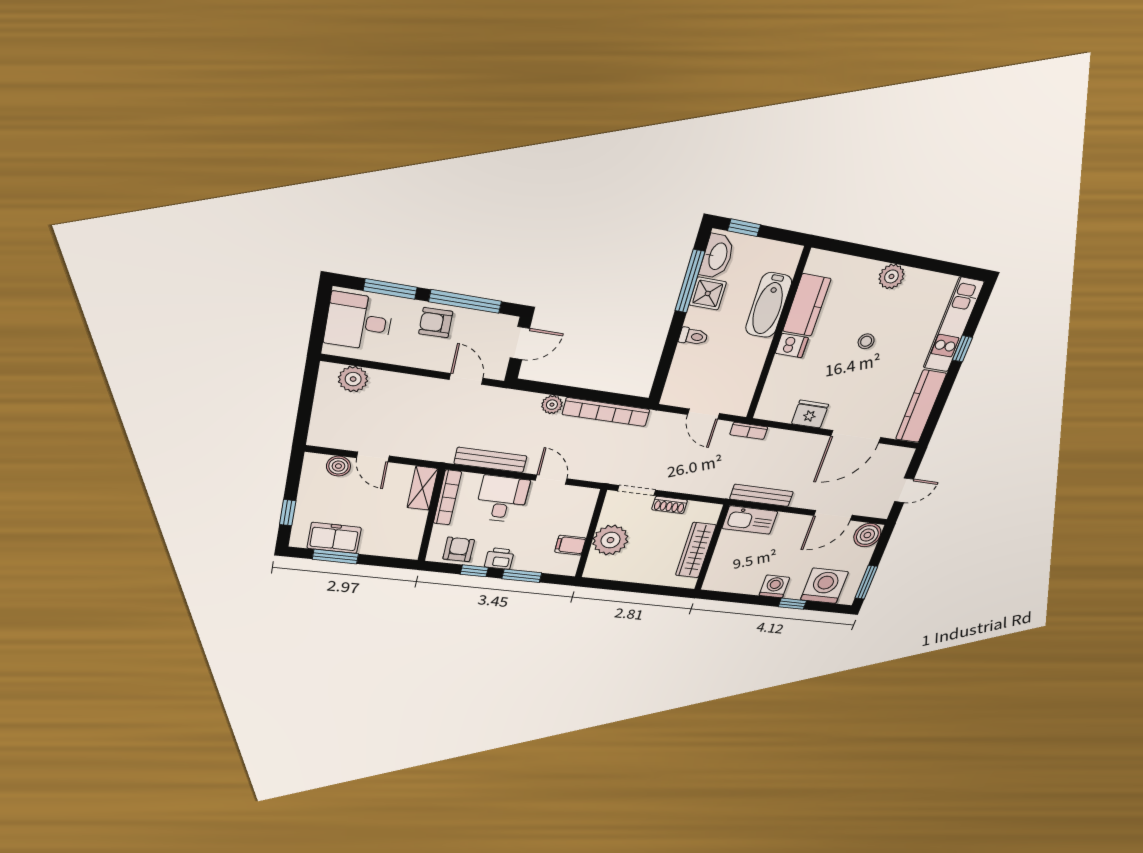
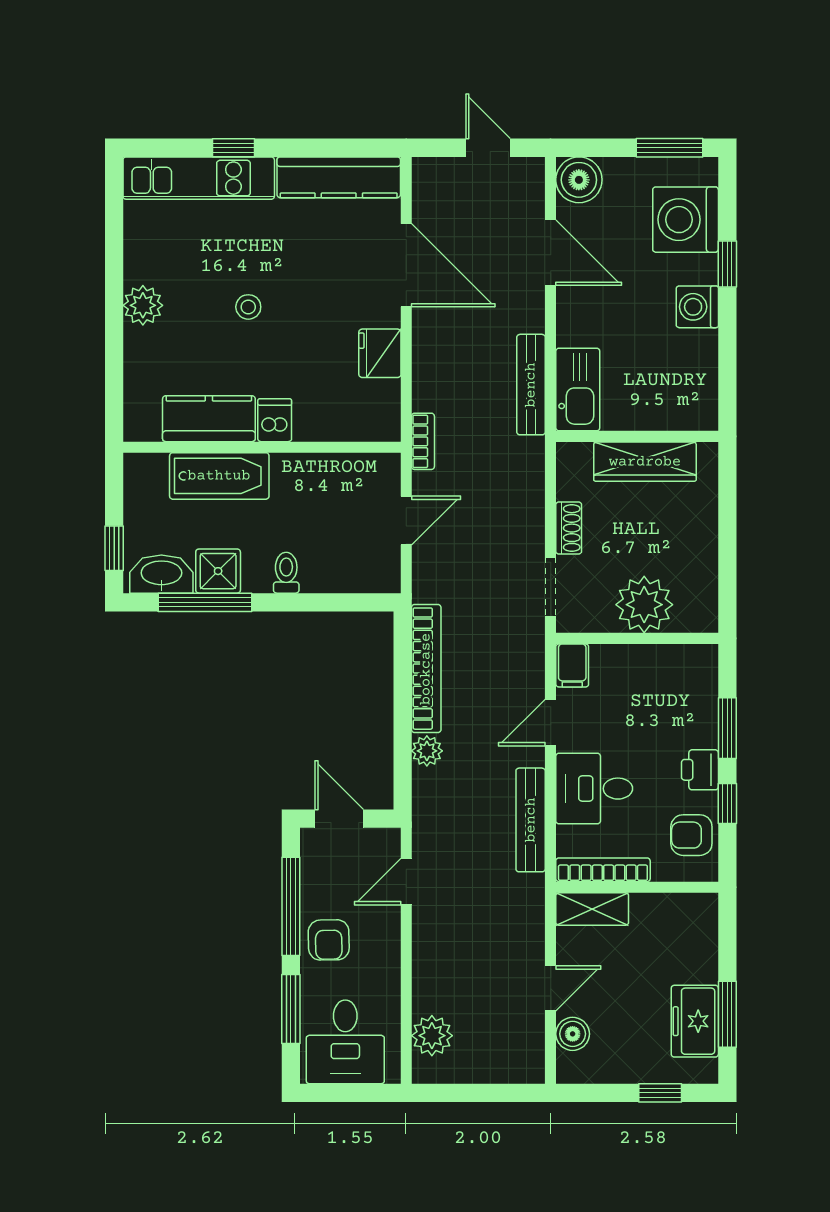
filing cabinet: (570, 545) -> (572, 665), moved

